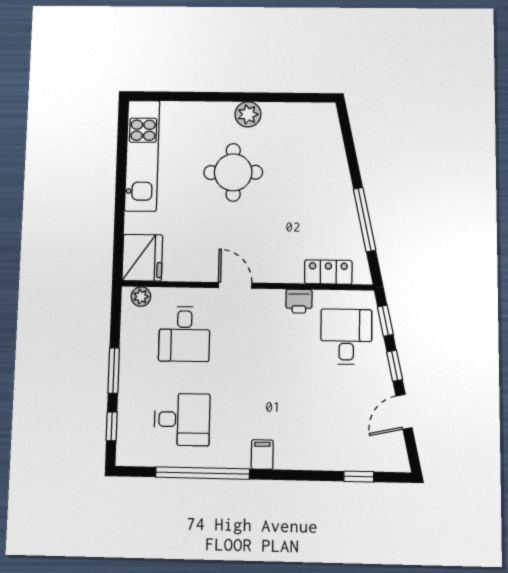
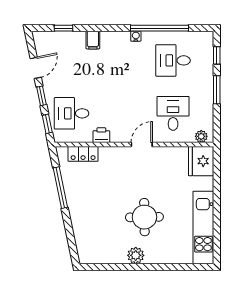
door: (235, 285) -> (142, 144), swing flipped
desk: (346, 337) -> (72, 113), turned 90
filing cabinet: (262, 454) -> (93, 40), moved
water cooler: (241, 460) -> (136, 36), added

